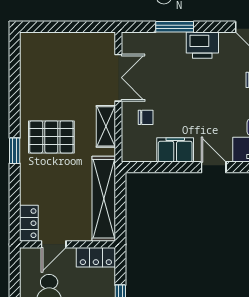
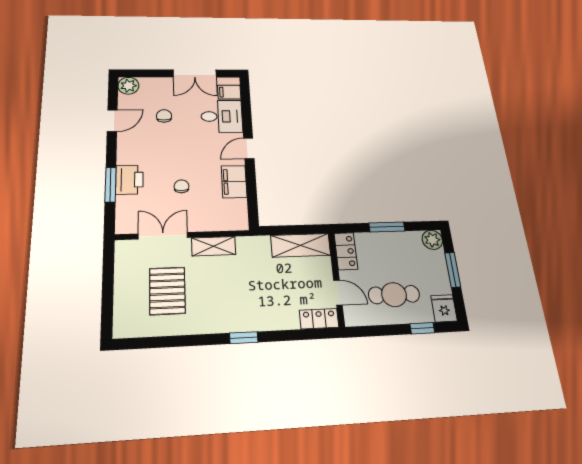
printer: (202, 45) -> (129, 180), moved
chair: (146, 117) -> (182, 186), moved
pallet: (51, 137) -> (167, 291), moved
shelving: (104, 199) -> (301, 245), width x0.68

